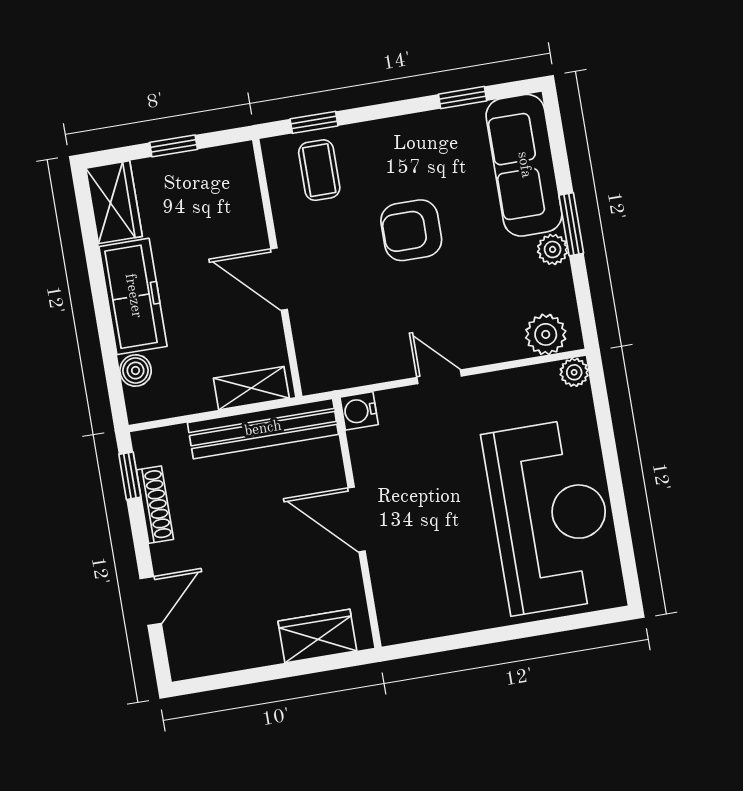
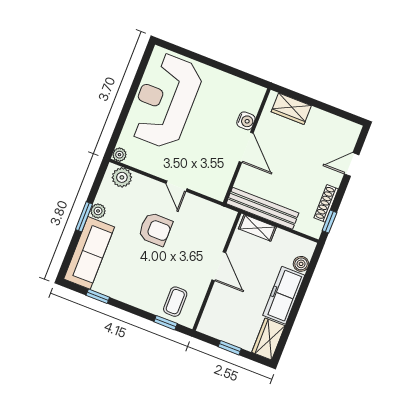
armchair: (411, 230) -> (155, 229), moved
water cooler: (359, 411) -> (246, 121), moved

